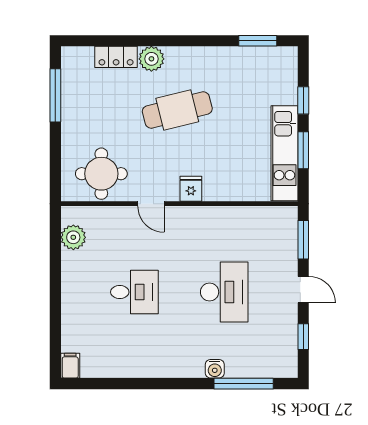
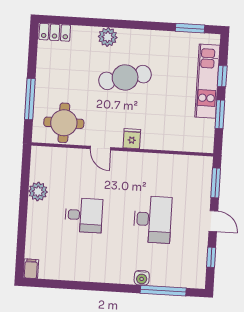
locker: (116, 57) -> (55, 32), moved
window: (55, 95) -> (30, 99), moved
kitchen unit: (284, 153) -> (207, 81), moved
plant: (73, 237) -> (38, 191), moved

